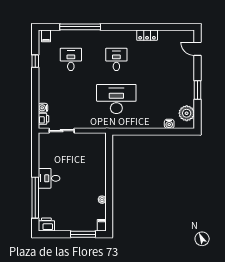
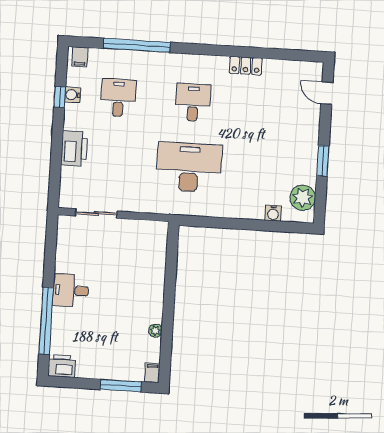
water cooler: (43, 108) -> (73, 95), moved
printer: (43, 119) -> (74, 148), moved, width x1.87, depth x1.48

